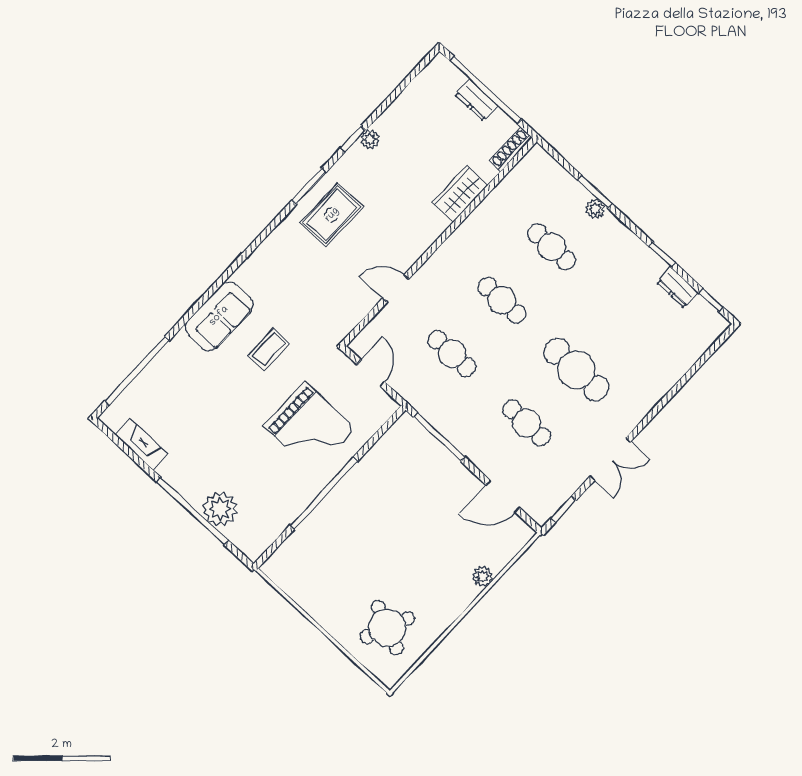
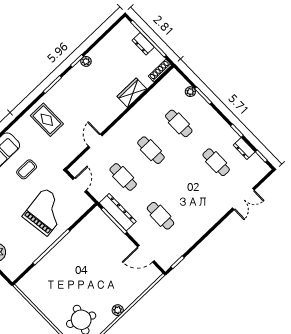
plant: (595, 209) -> (190, 92), moved
rug: (332, 215) -> (47, 120), moved, turned 90
door: (396, 289) -> (95, 141), hinge flipped
cafe table: (576, 370) -> (216, 162), moved, width x0.73, depth x0.74
dresser: (445, 421) -> (118, 212), added
grand piano: (310, 428) -> (46, 212), turned -98
double door: (610, 459) -> (243, 199), moved
plant: (483, 577) -> (118, 310), moved

